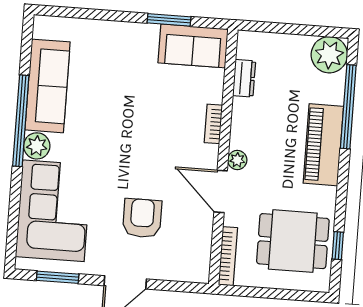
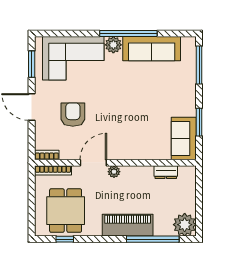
window: (79, 13) -> (199, 65), added
bookcase: (213, 124) -> (47, 155), moved
armchair: (142, 218) -> (73, 115), turned -90

